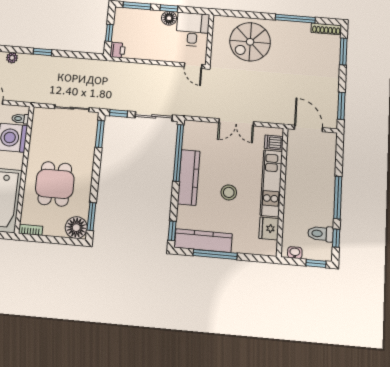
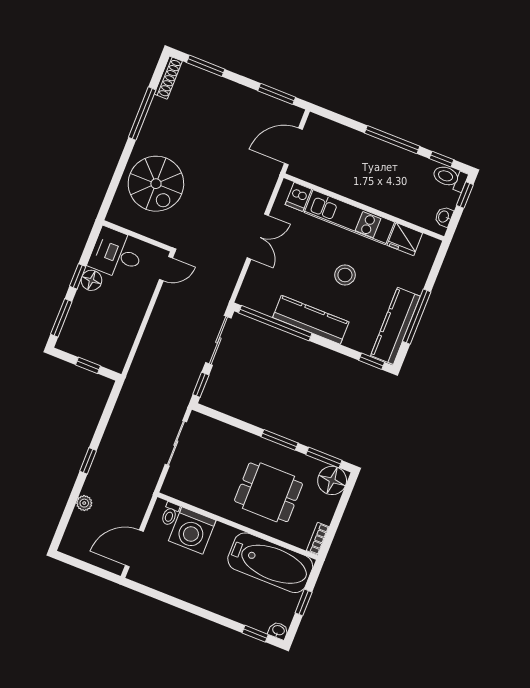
printer: (118, 50) -> (115, 361), removed
window: (100, 134) -> (279, 440), moved
toilet: (321, 234) -> (450, 178), moved, turned 90

